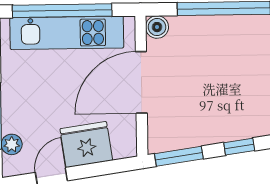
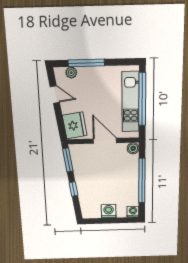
door: (141, 82) -> (105, 141), width x0.73
fridge: (86, 144) -> (75, 125), moved

